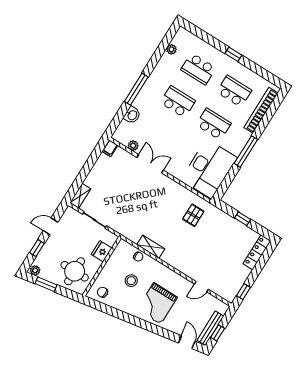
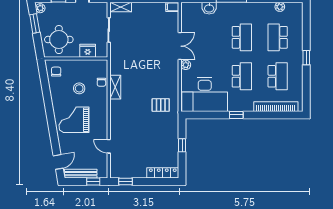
plant: (133, 146) -> (186, 65), moved
window: (246, 151) -> (236, 115), width x0.46
window: (218, 333) -> (93, 181), moved

